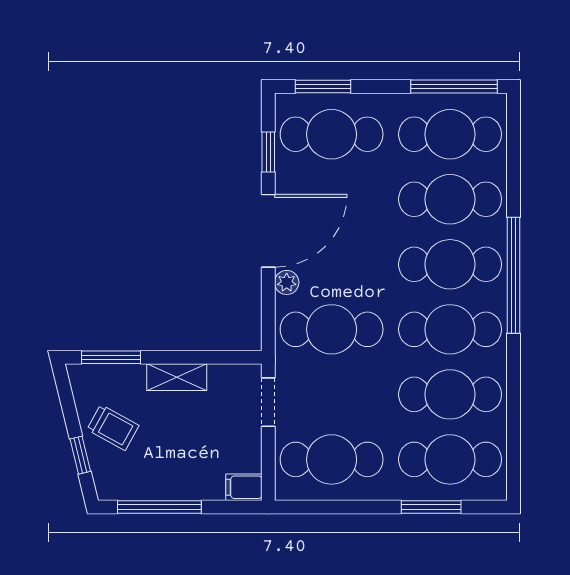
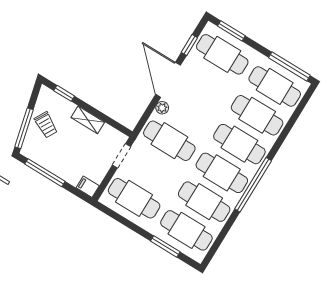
door: (268, 231) -> (168, 80), swing flipped
window: (513, 275) -> (253, 185), moved
window: (111, 357) -> (64, 93), width x0.67
window: (80, 455) -> (24, 128), width x2.17

